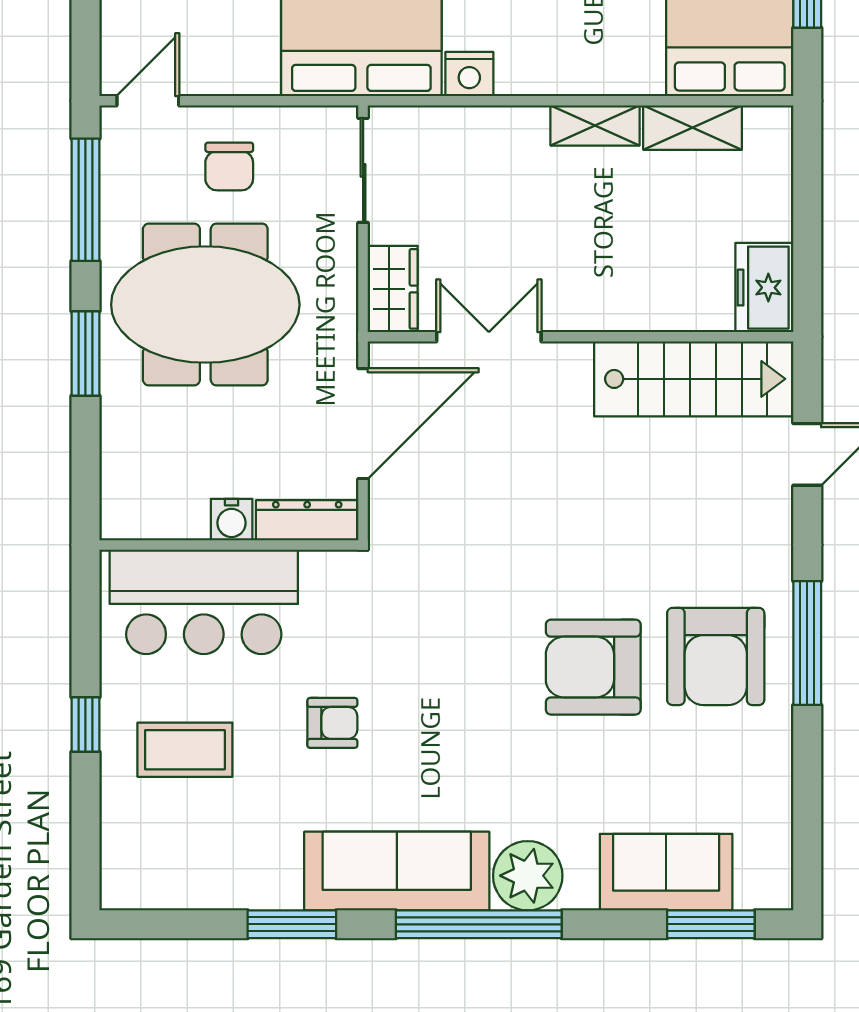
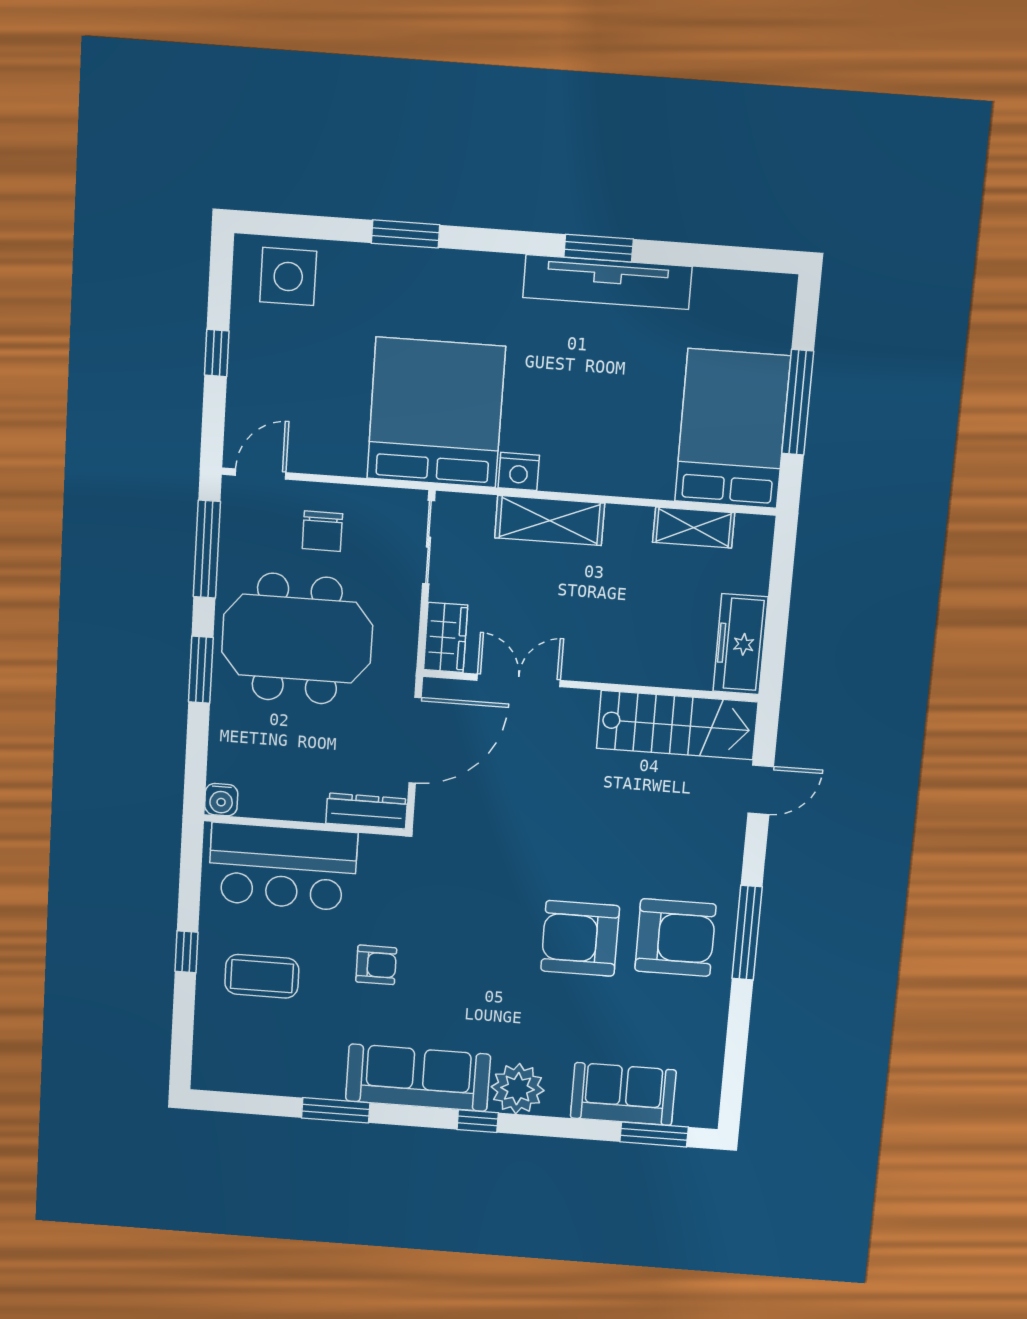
shelving: (595, 125) -> (550, 521), moved, width x1.50, depth x1.33
freezer: (764, 288) -> (740, 644), width x1.40
water cooler: (232, 520) -> (221, 800), moved
armchair: (716, 656) -> (675, 938), turned -90
window: (479, 924) -> (478, 1121), width x0.32

